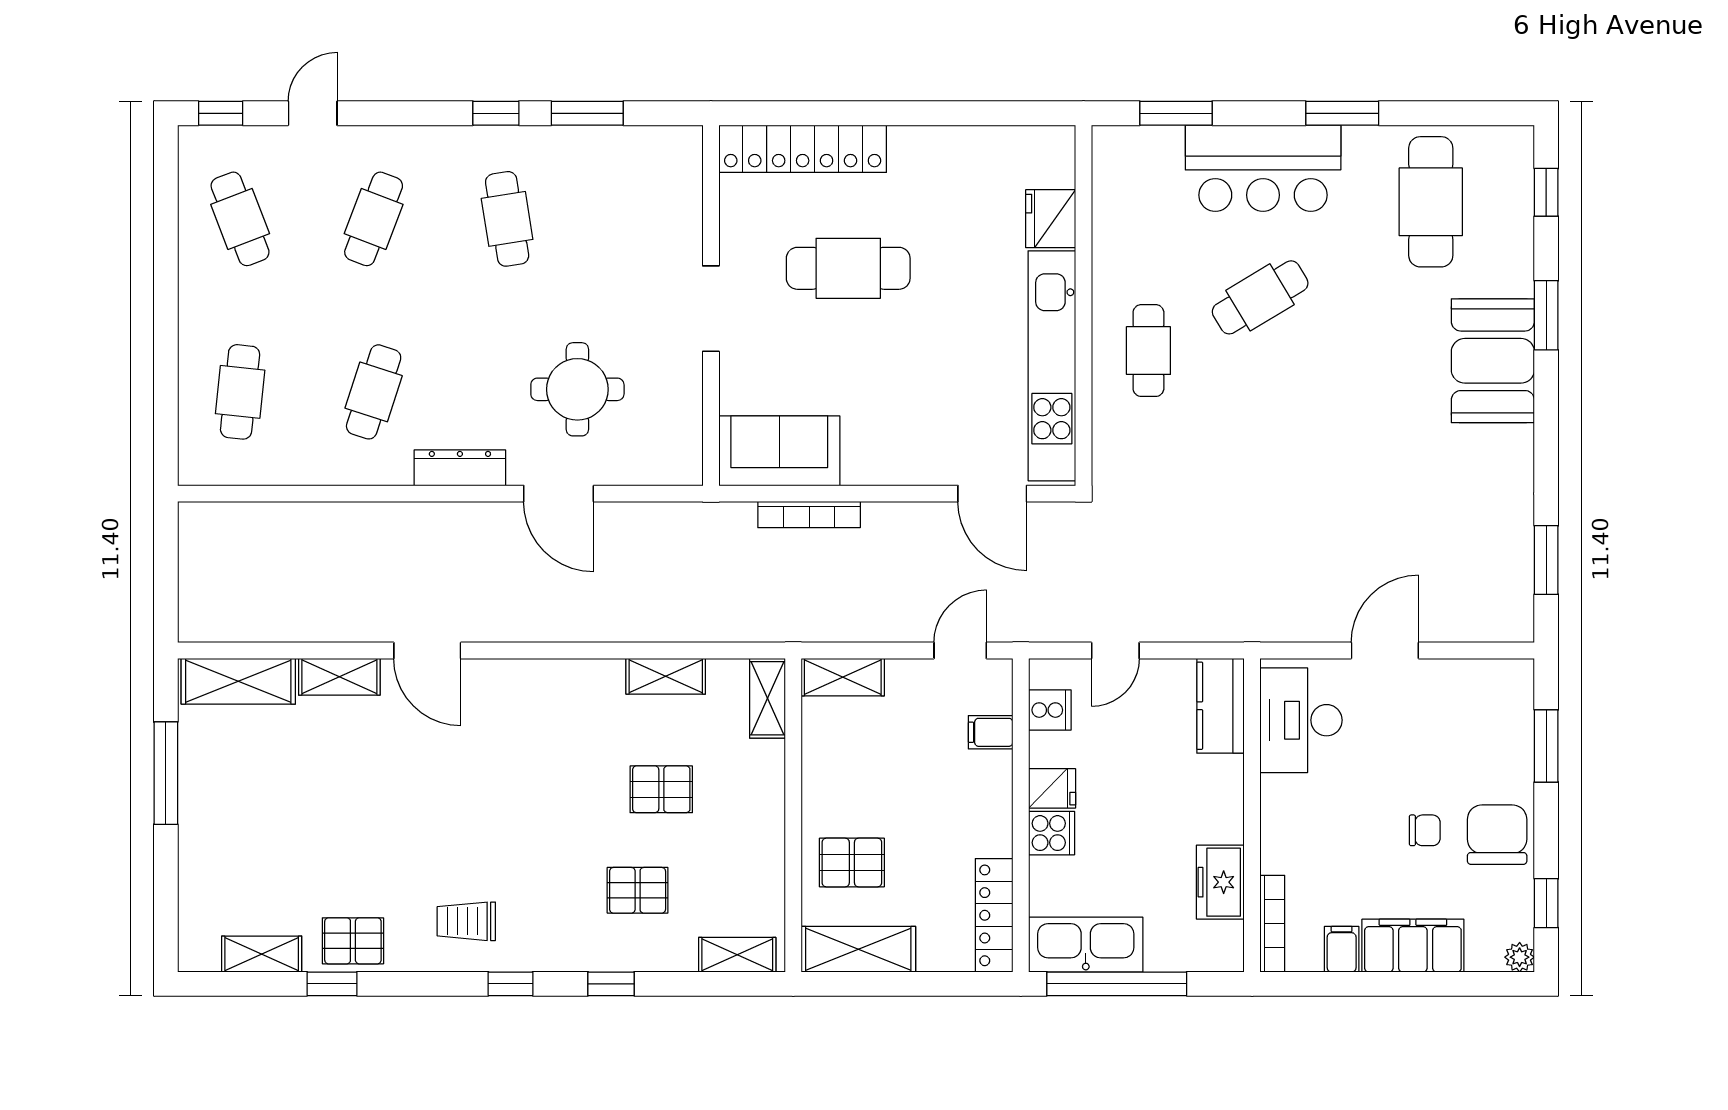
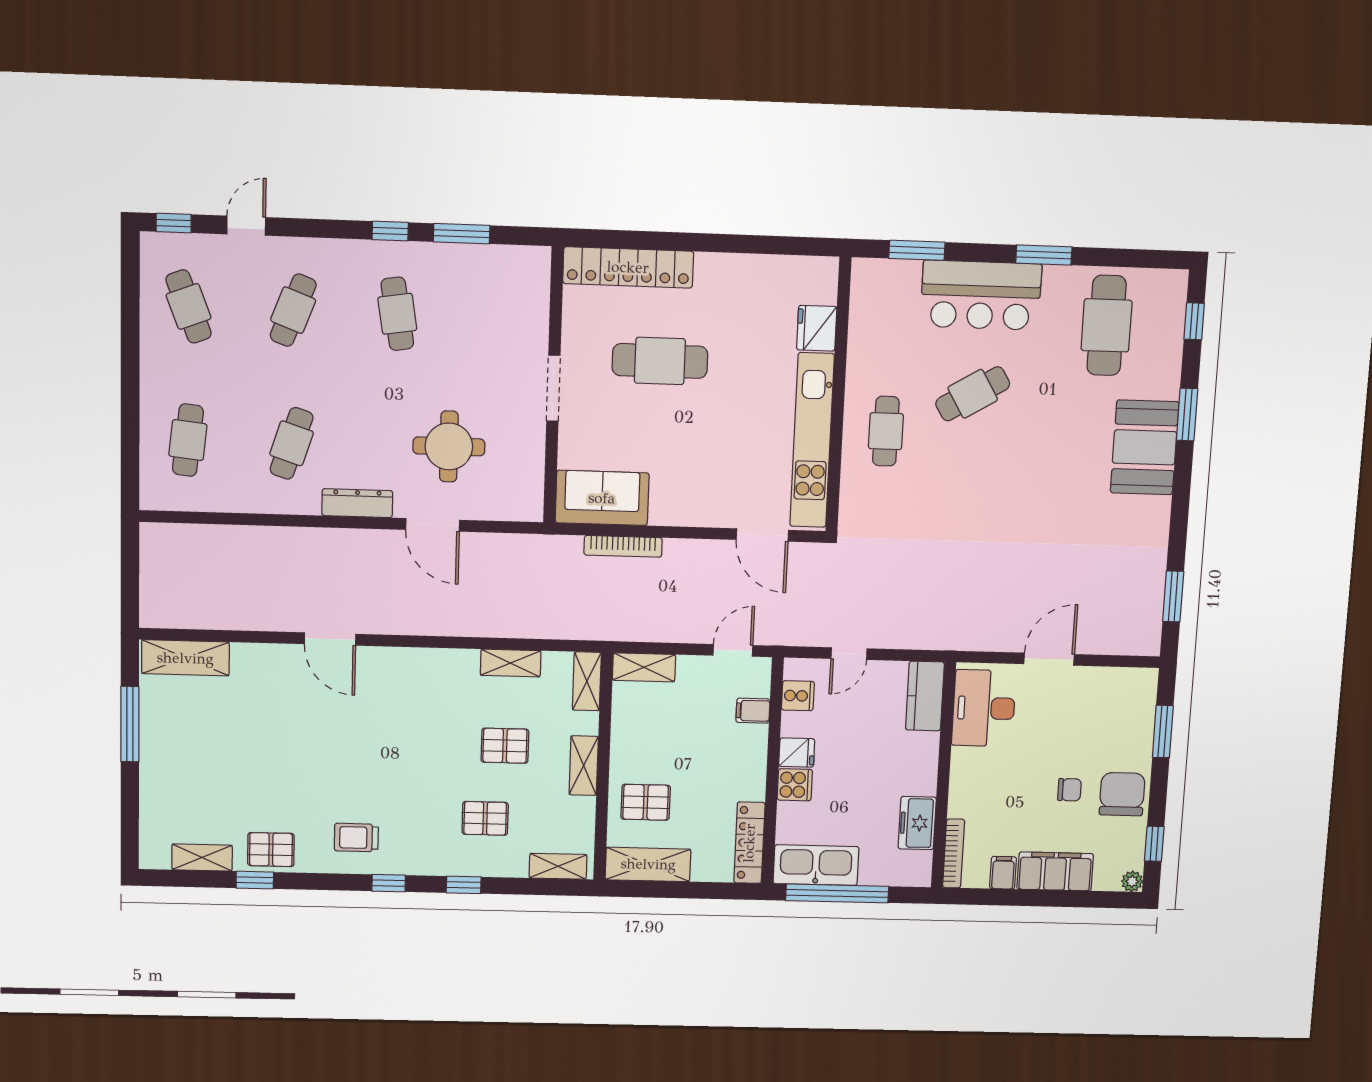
shelving: (339, 677) -> (584, 766), moved, turned 90

